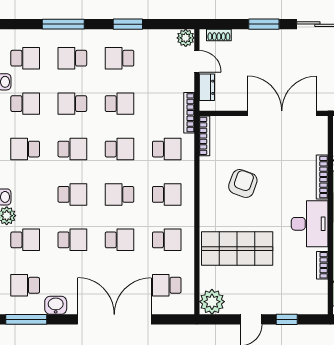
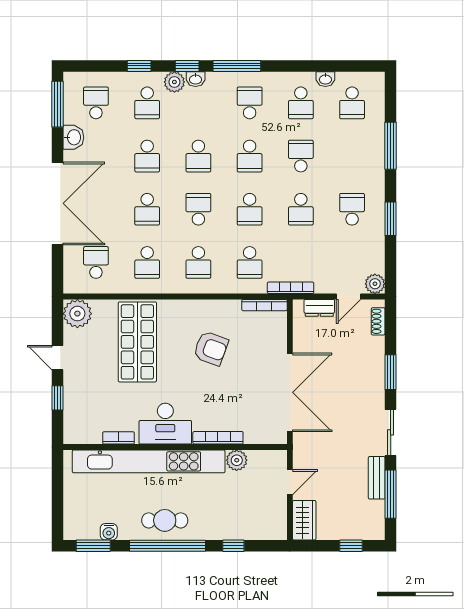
school desk: (72, 58) -> (352, 156), removed

